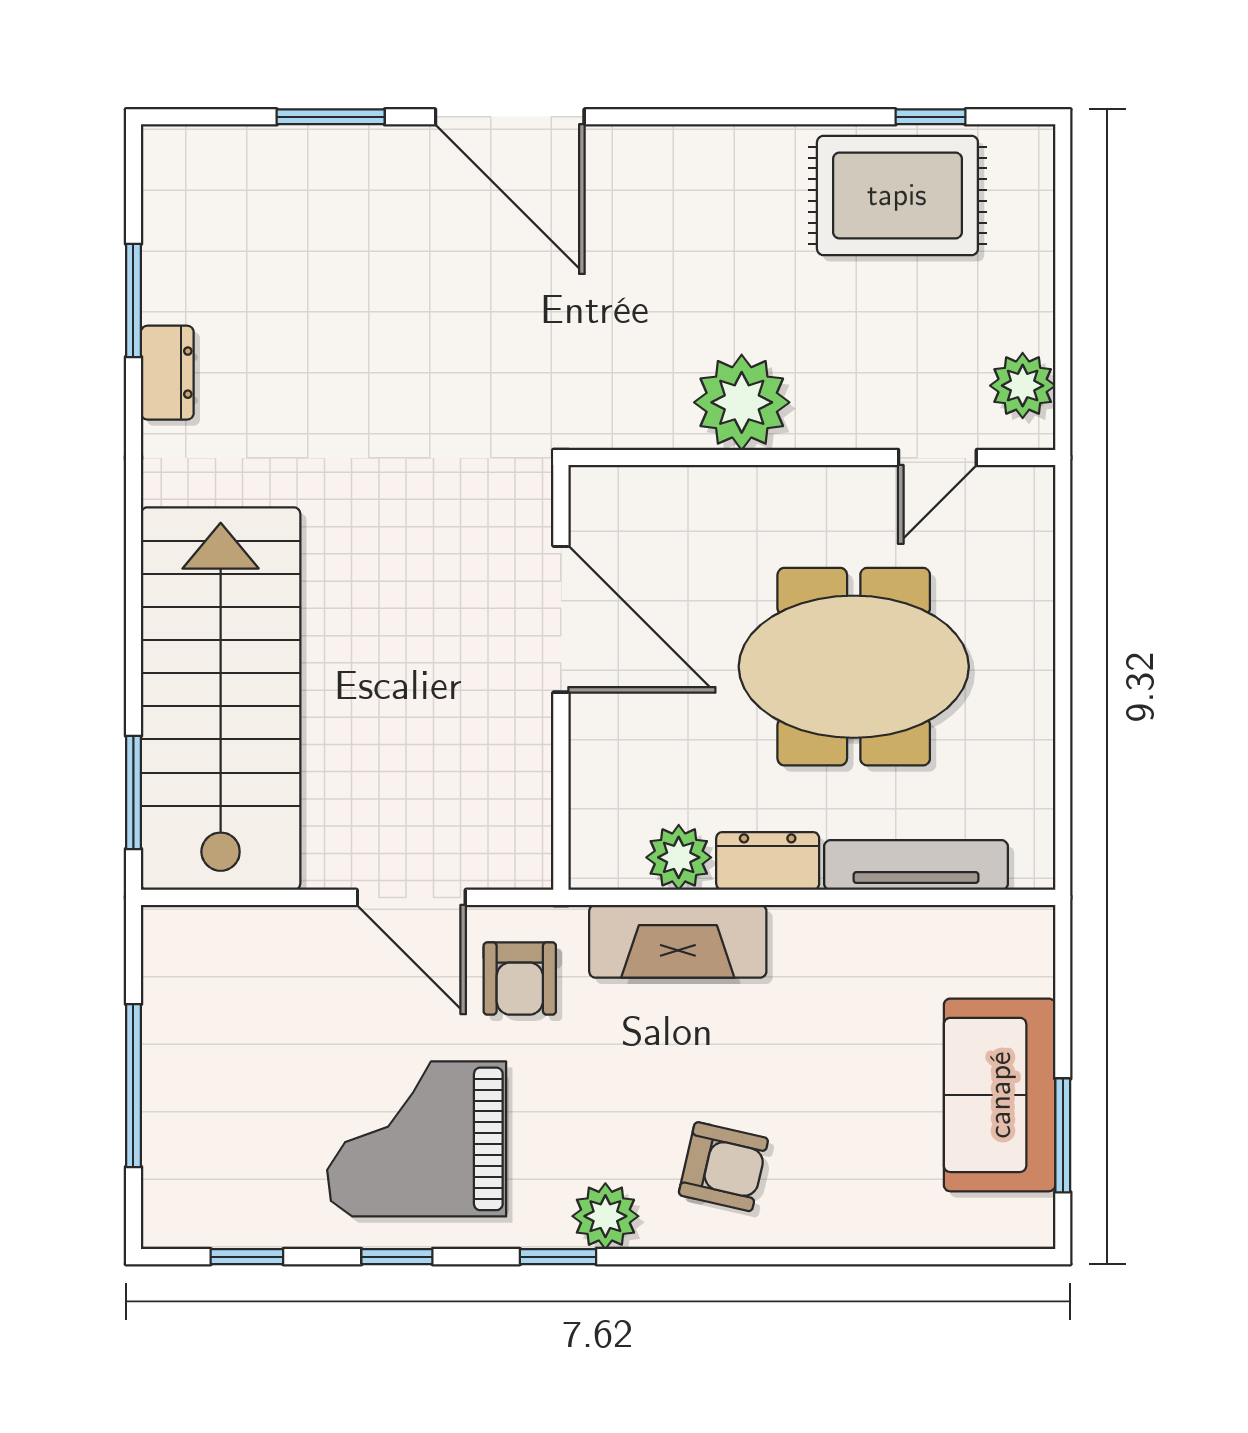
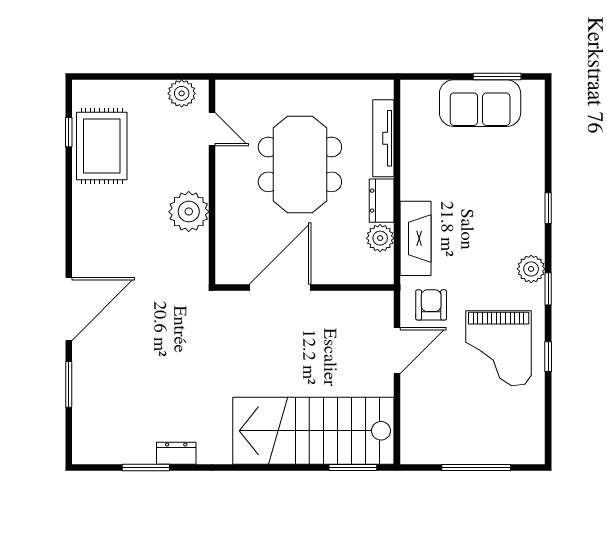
armchair: (520, 978) -> (431, 305), turned -90
armchair: (723, 1167) -> (510, 219), removed
window: (247, 1257) -> (548, 208), moved

